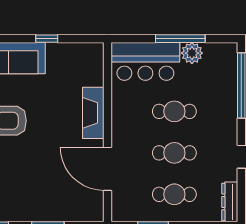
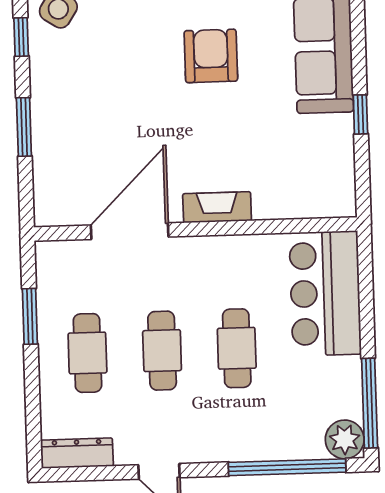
window: (180, 39) -> (370, 403), moved
plant: (192, 53) -> (345, 439), moved
fireplace: (93, 113) -> (217, 207), width x0.73, depth x0.76

